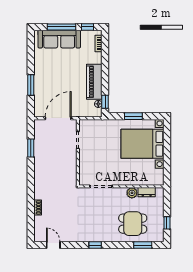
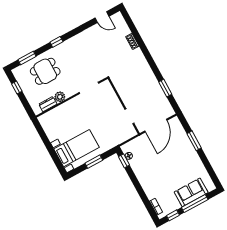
sofa: (59, 39) -> (191, 192), width x0.73
piano: (94, 82) -> (142, 173), removed
bed with nightstands: (143, 144) -> (76, 148), width x0.73
window: (95, 245) -> (56, 42), moved

